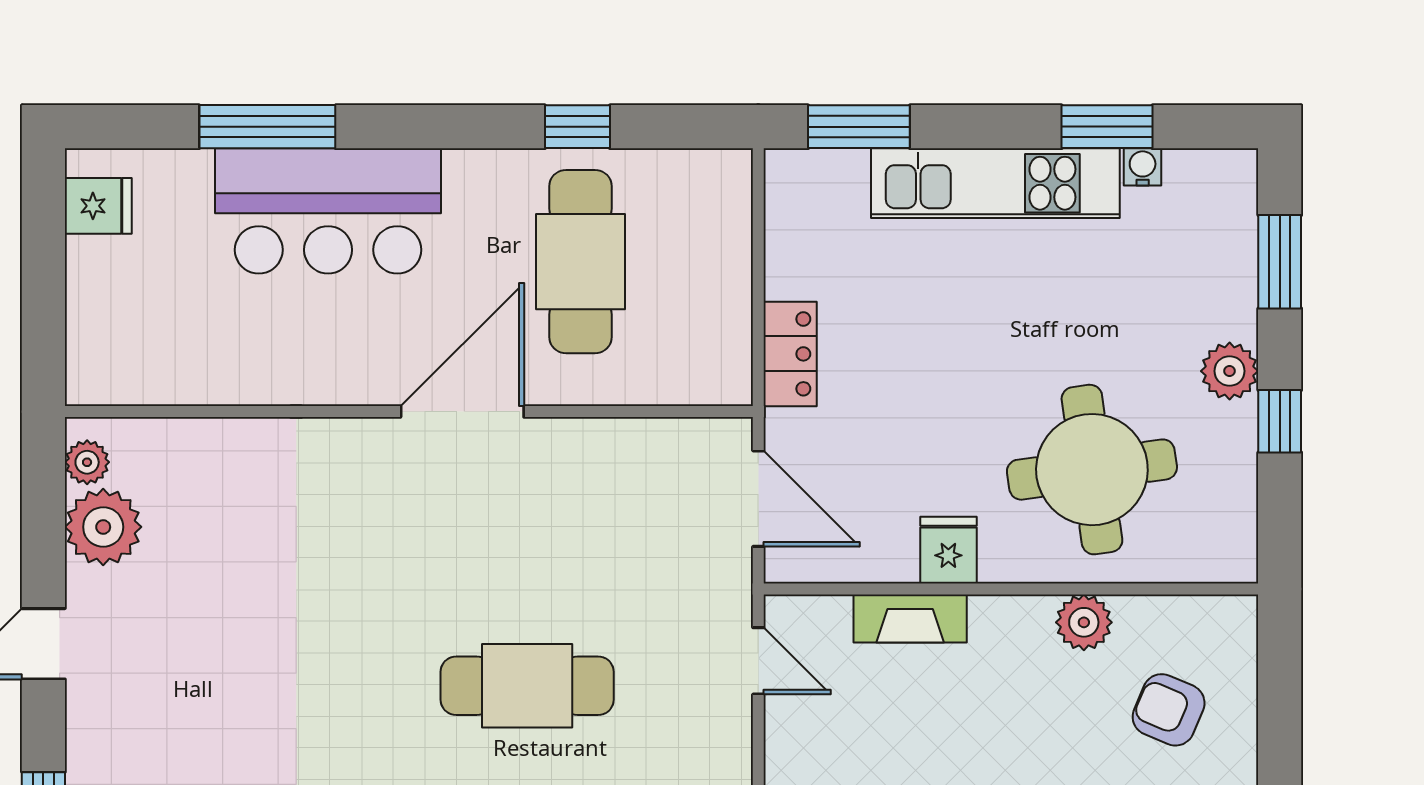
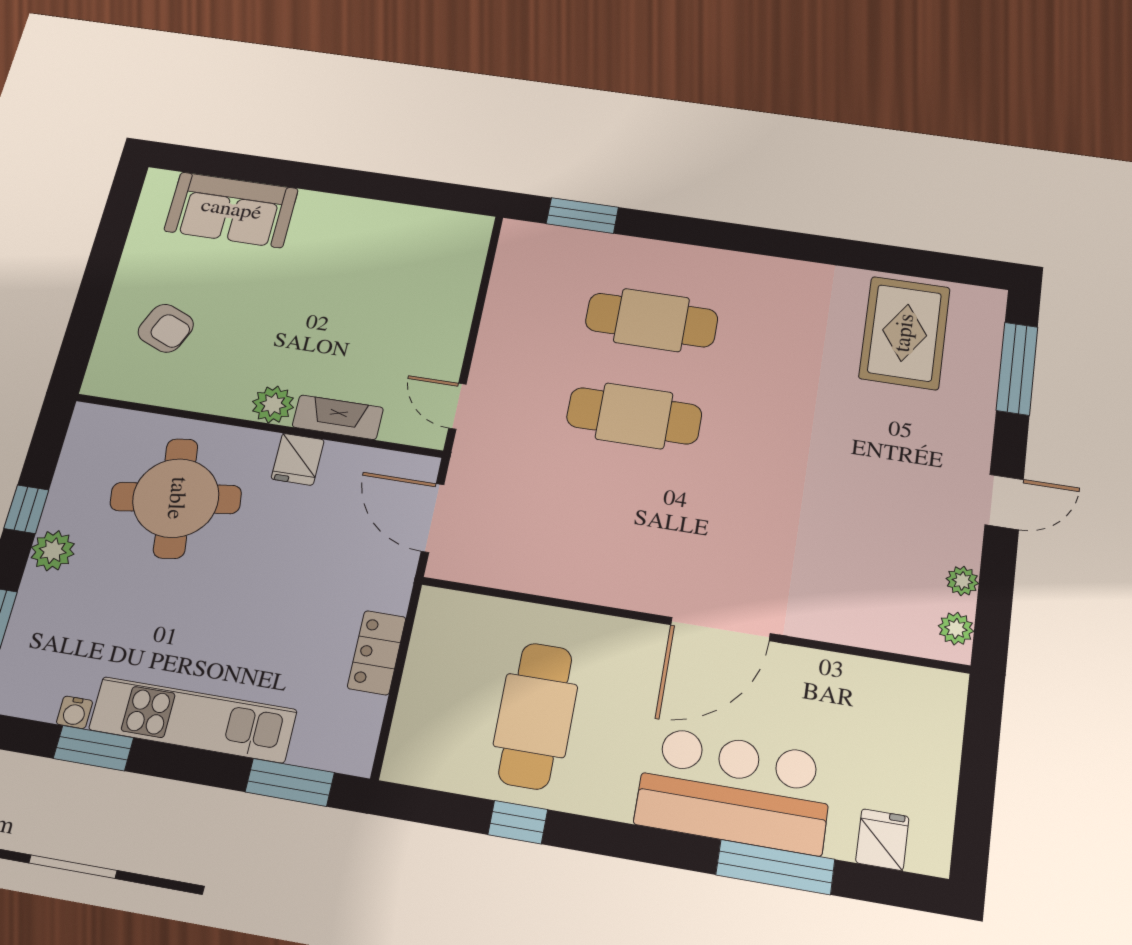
fridge: (98, 206) -> (882, 840), moved, turned 90
locker: (790, 354) -> (377, 653), moved
door: (462, 412) -> (720, 629), moved
plant: (103, 527) -> (962, 581), width x0.53, depth x0.53
plant: (1084, 622) -> (273, 405), moved

